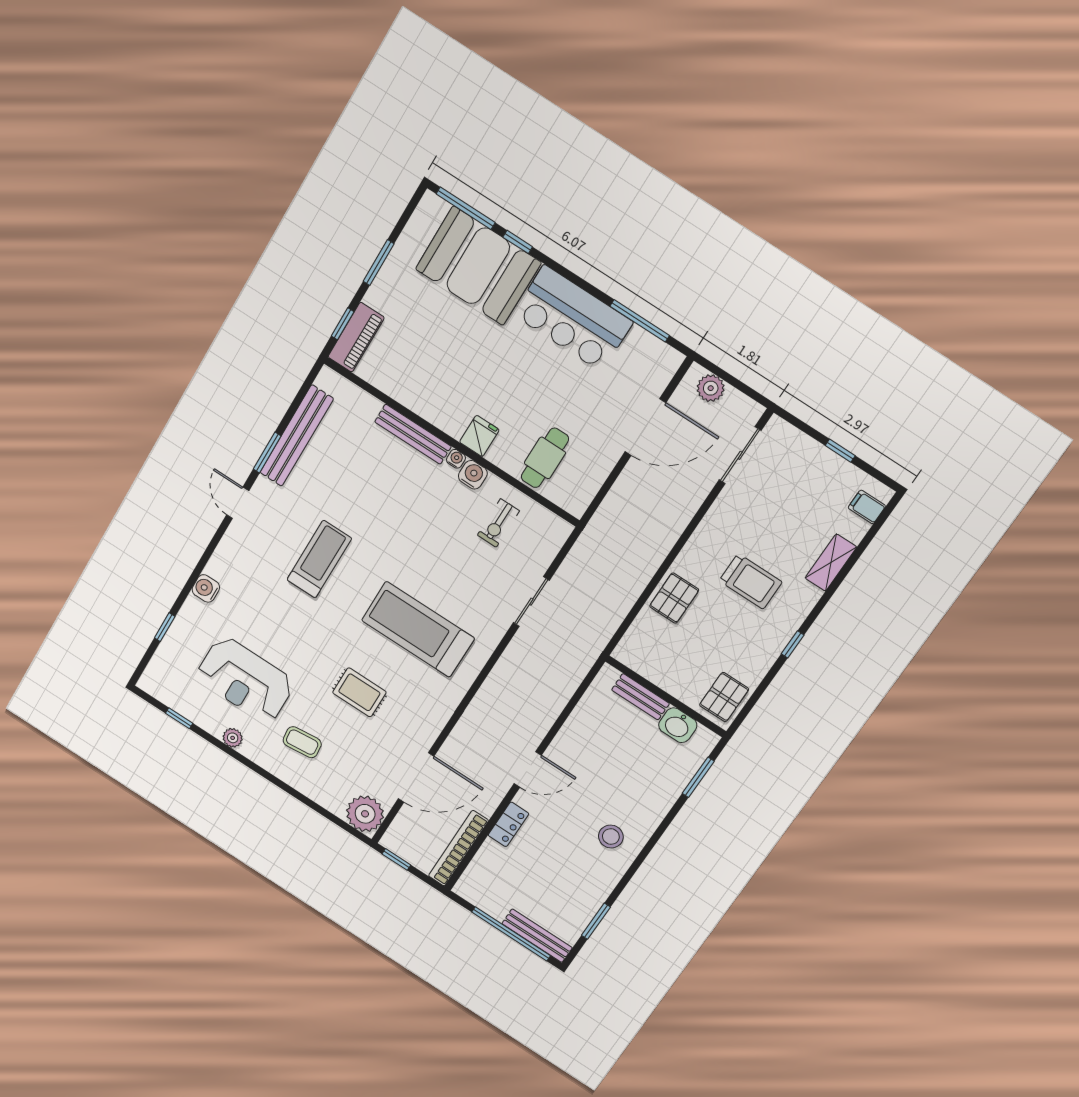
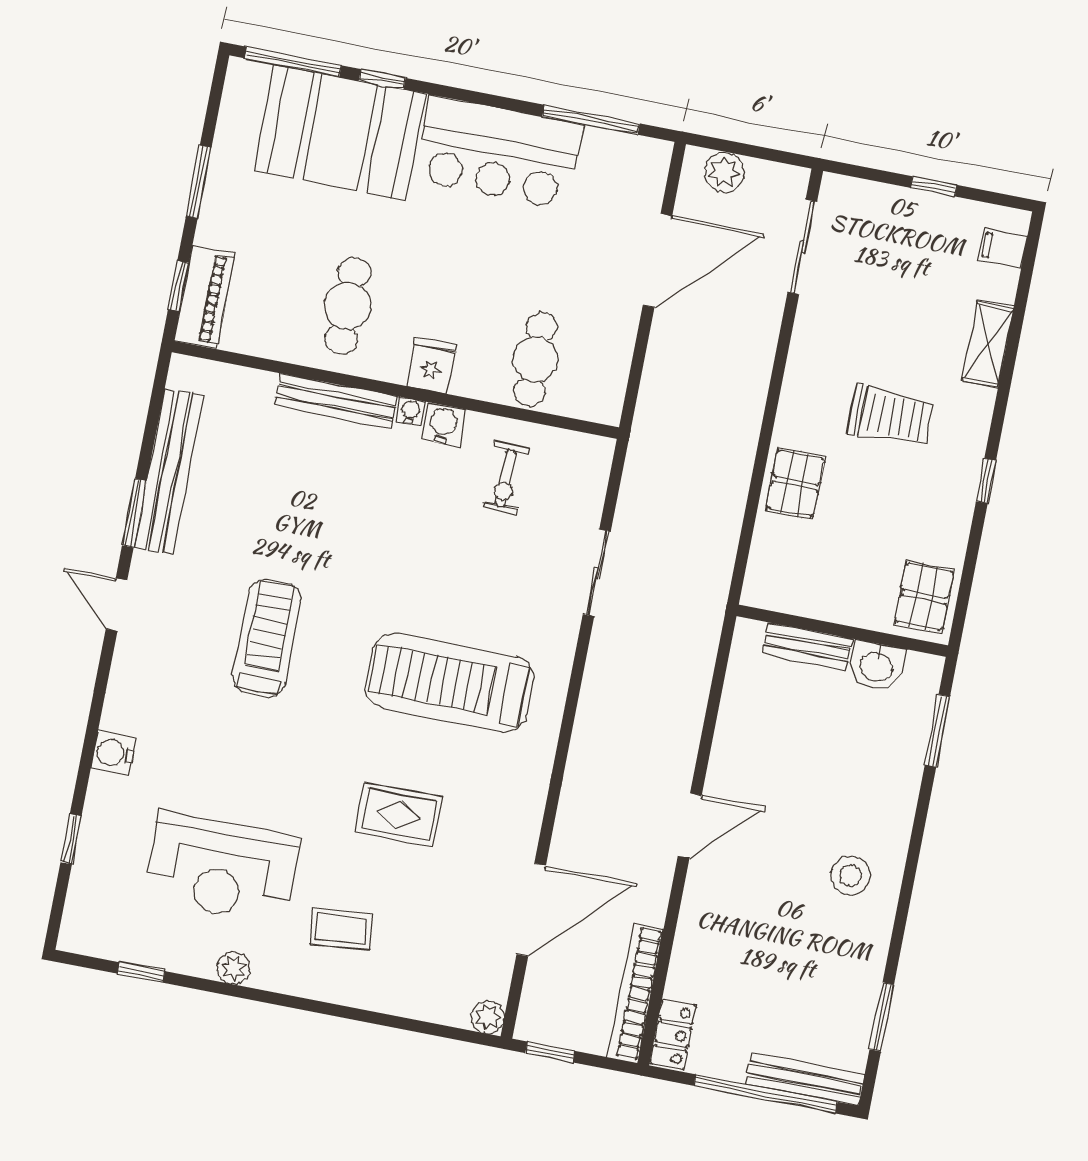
cafe table: (442, 378) -> (348, 306), added
plant: (365, 814) -> (488, 1017), width x0.53, depth x0.53
locker: (508, 824) -> (673, 1035), moved

